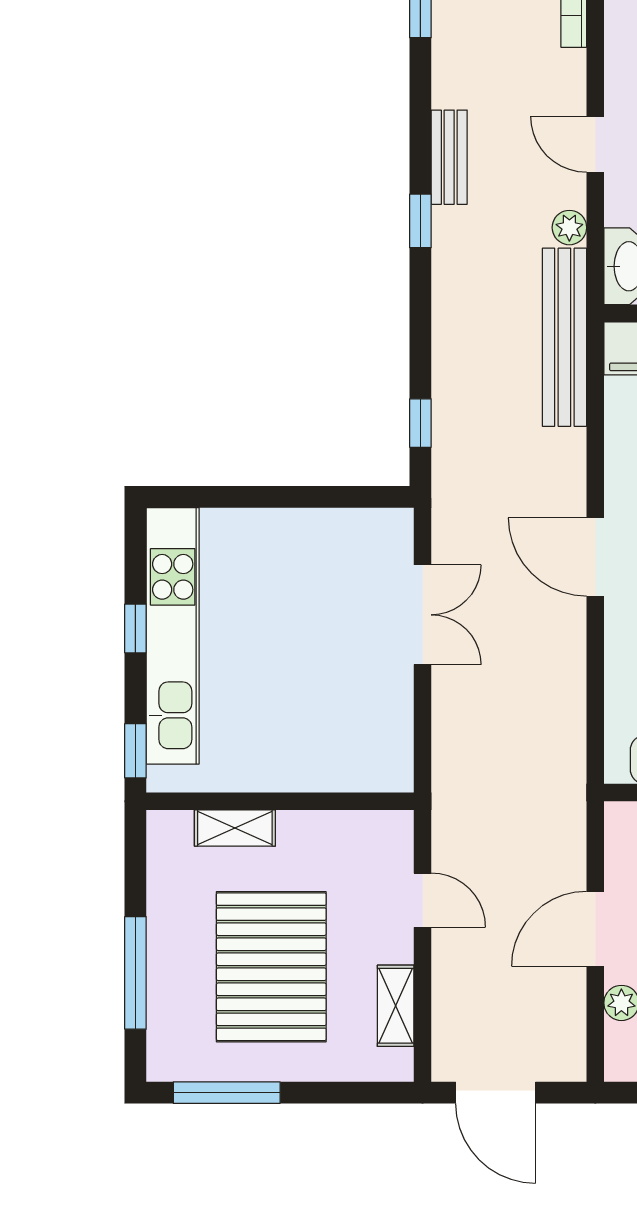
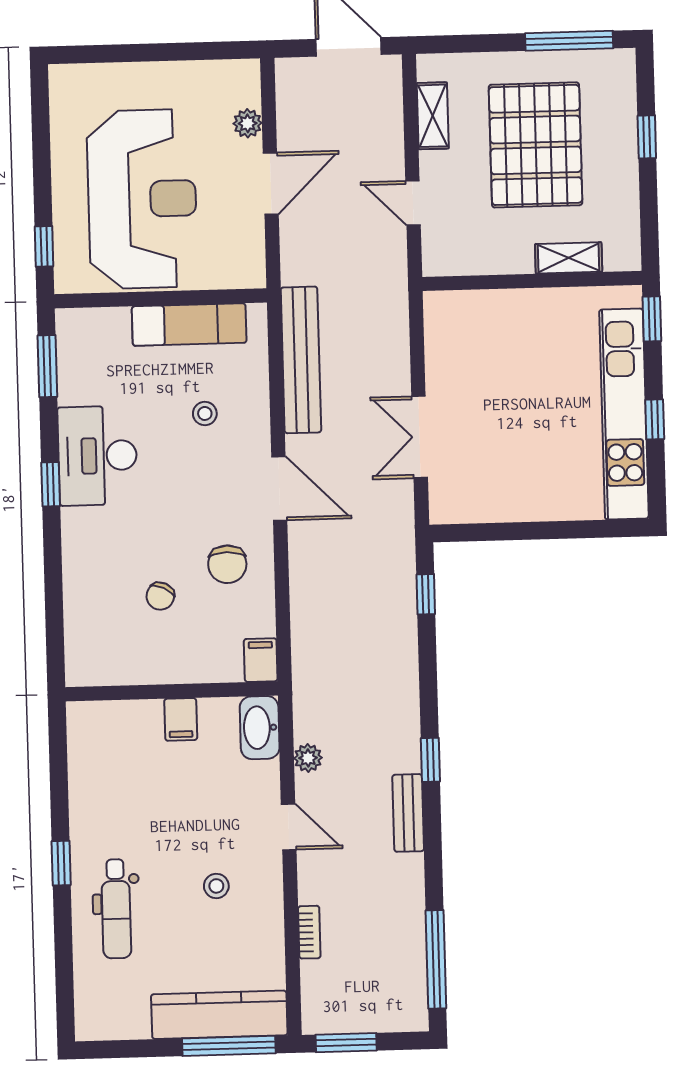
bench: (564, 337) -> (301, 360), moved
window: (135, 973) -> (647, 137), width x0.46

